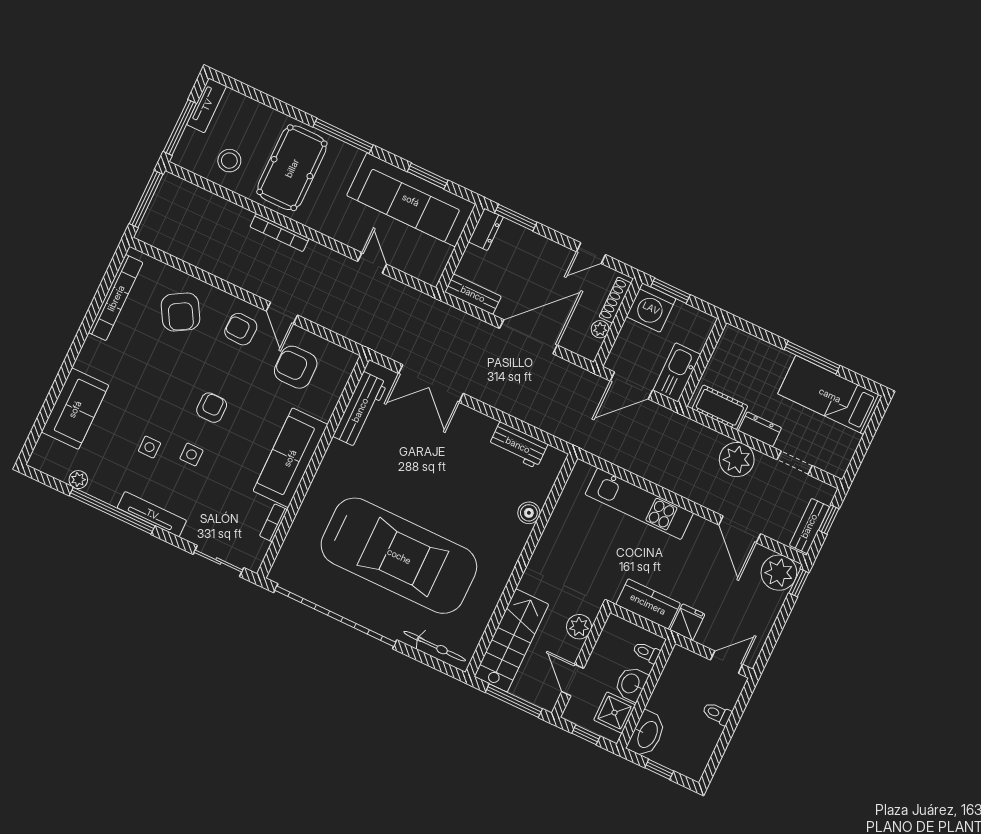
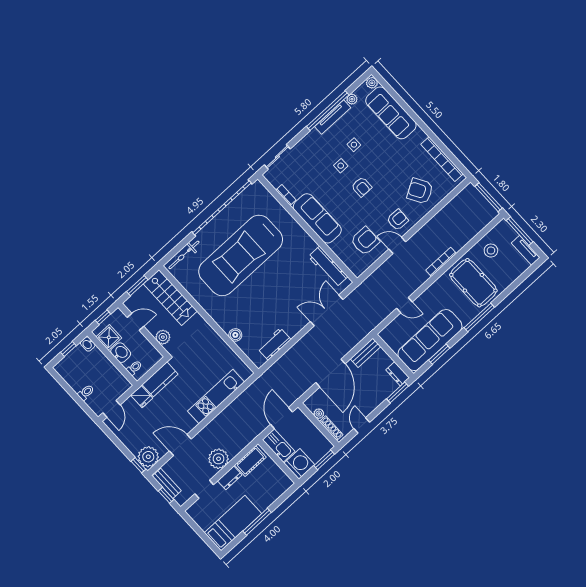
washing machine: (651, 308) -> (299, 464), moved, turned 90
sofa: (75, 409) -> (391, 113), width x1.36
plant: (39, 458) -> (372, 83), added
tv unit: (152, 514) -> (333, 117), moved
window: (514, 701) -> (137, 286), width x0.69
washbasin: (647, 734) -> (88, 344), width x0.52, depth x0.69

